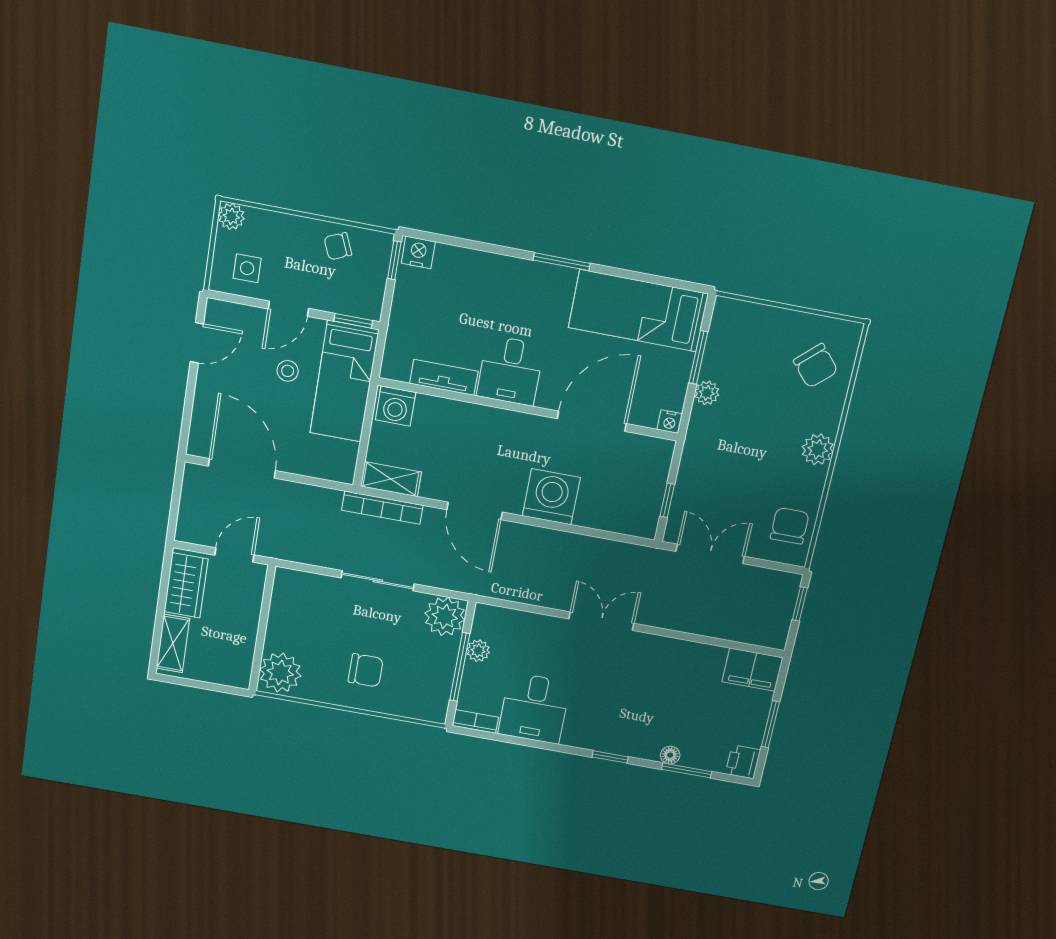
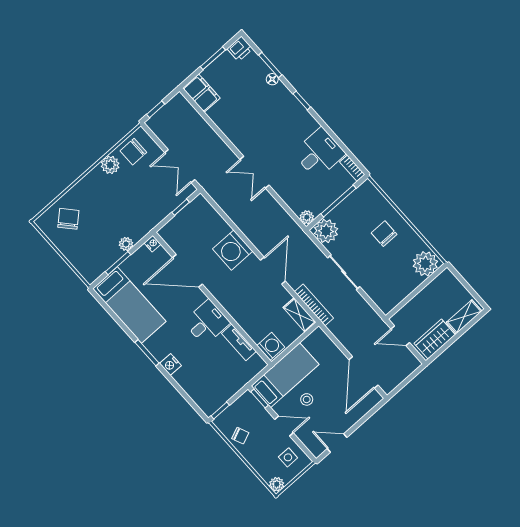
nightstand: (418, 252) -> (170, 365), moved
plant: (818, 449) -> (110, 165), moved
plant: (478, 651) -> (307, 217), moved

